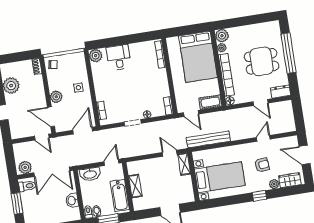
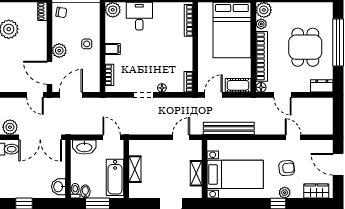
dining table: (262, 61) -> (305, 47), turned 90
filing cabinet: (101, 88) -> (113, 49), added
door: (261, 102) -> (283, 95), moved
door: (191, 113) -> (213, 95), swing flipped
door: (83, 131) -> (71, 95), moved
door: (263, 138) -> (293, 137), hinge flipped
door: (170, 153) -> (181, 137), hinge flipped
door: (111, 162) -> (112, 137), hinge flipped
shelving: (184, 164) -> (196, 173), moved
plant: (274, 184) -> (285, 193), moved
washbasin: (72, 201) -> (59, 187), moved

